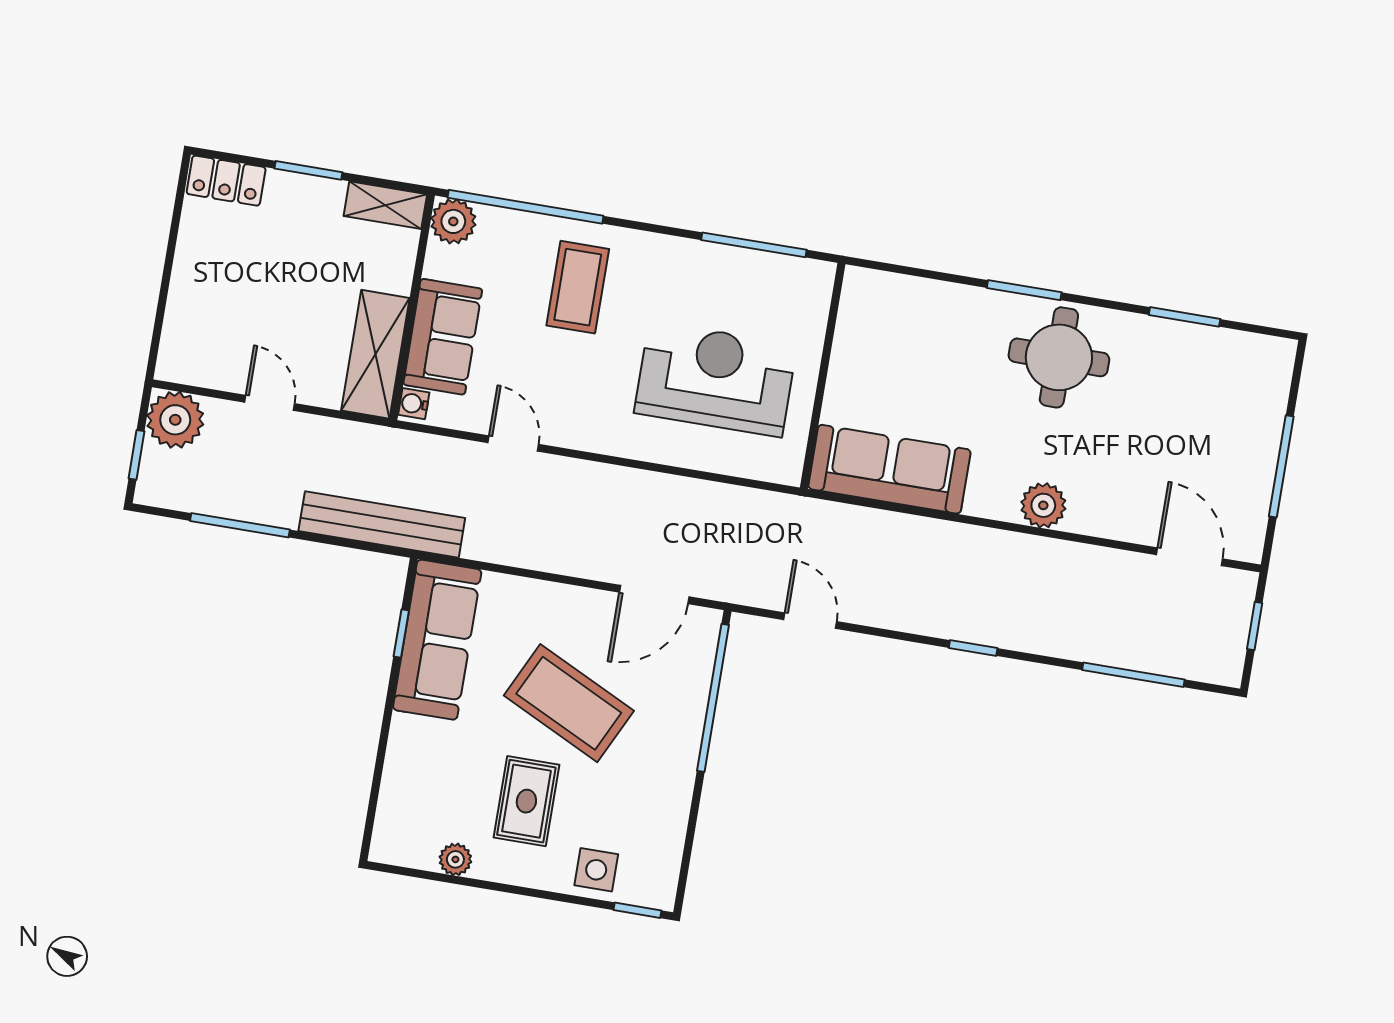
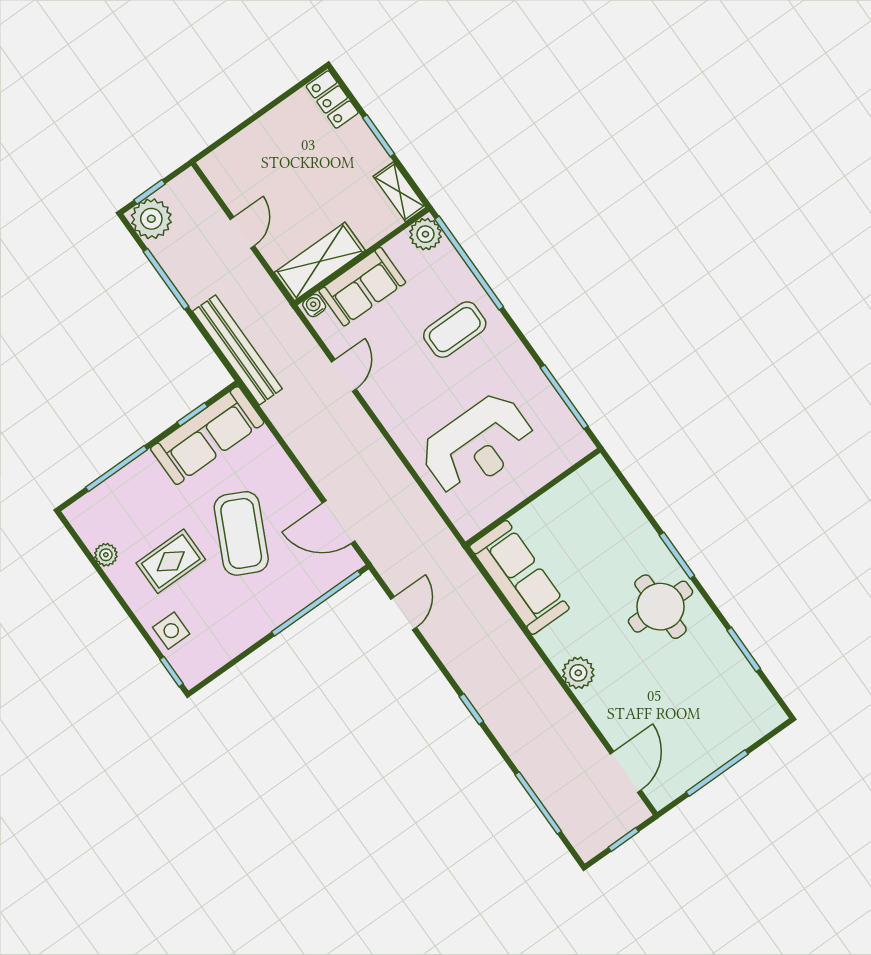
reception desk: (716, 379) -> (478, 445), turned 90
plant: (175, 420) -> (151, 219), moved
window: (380, 763) -> (116, 468), added

